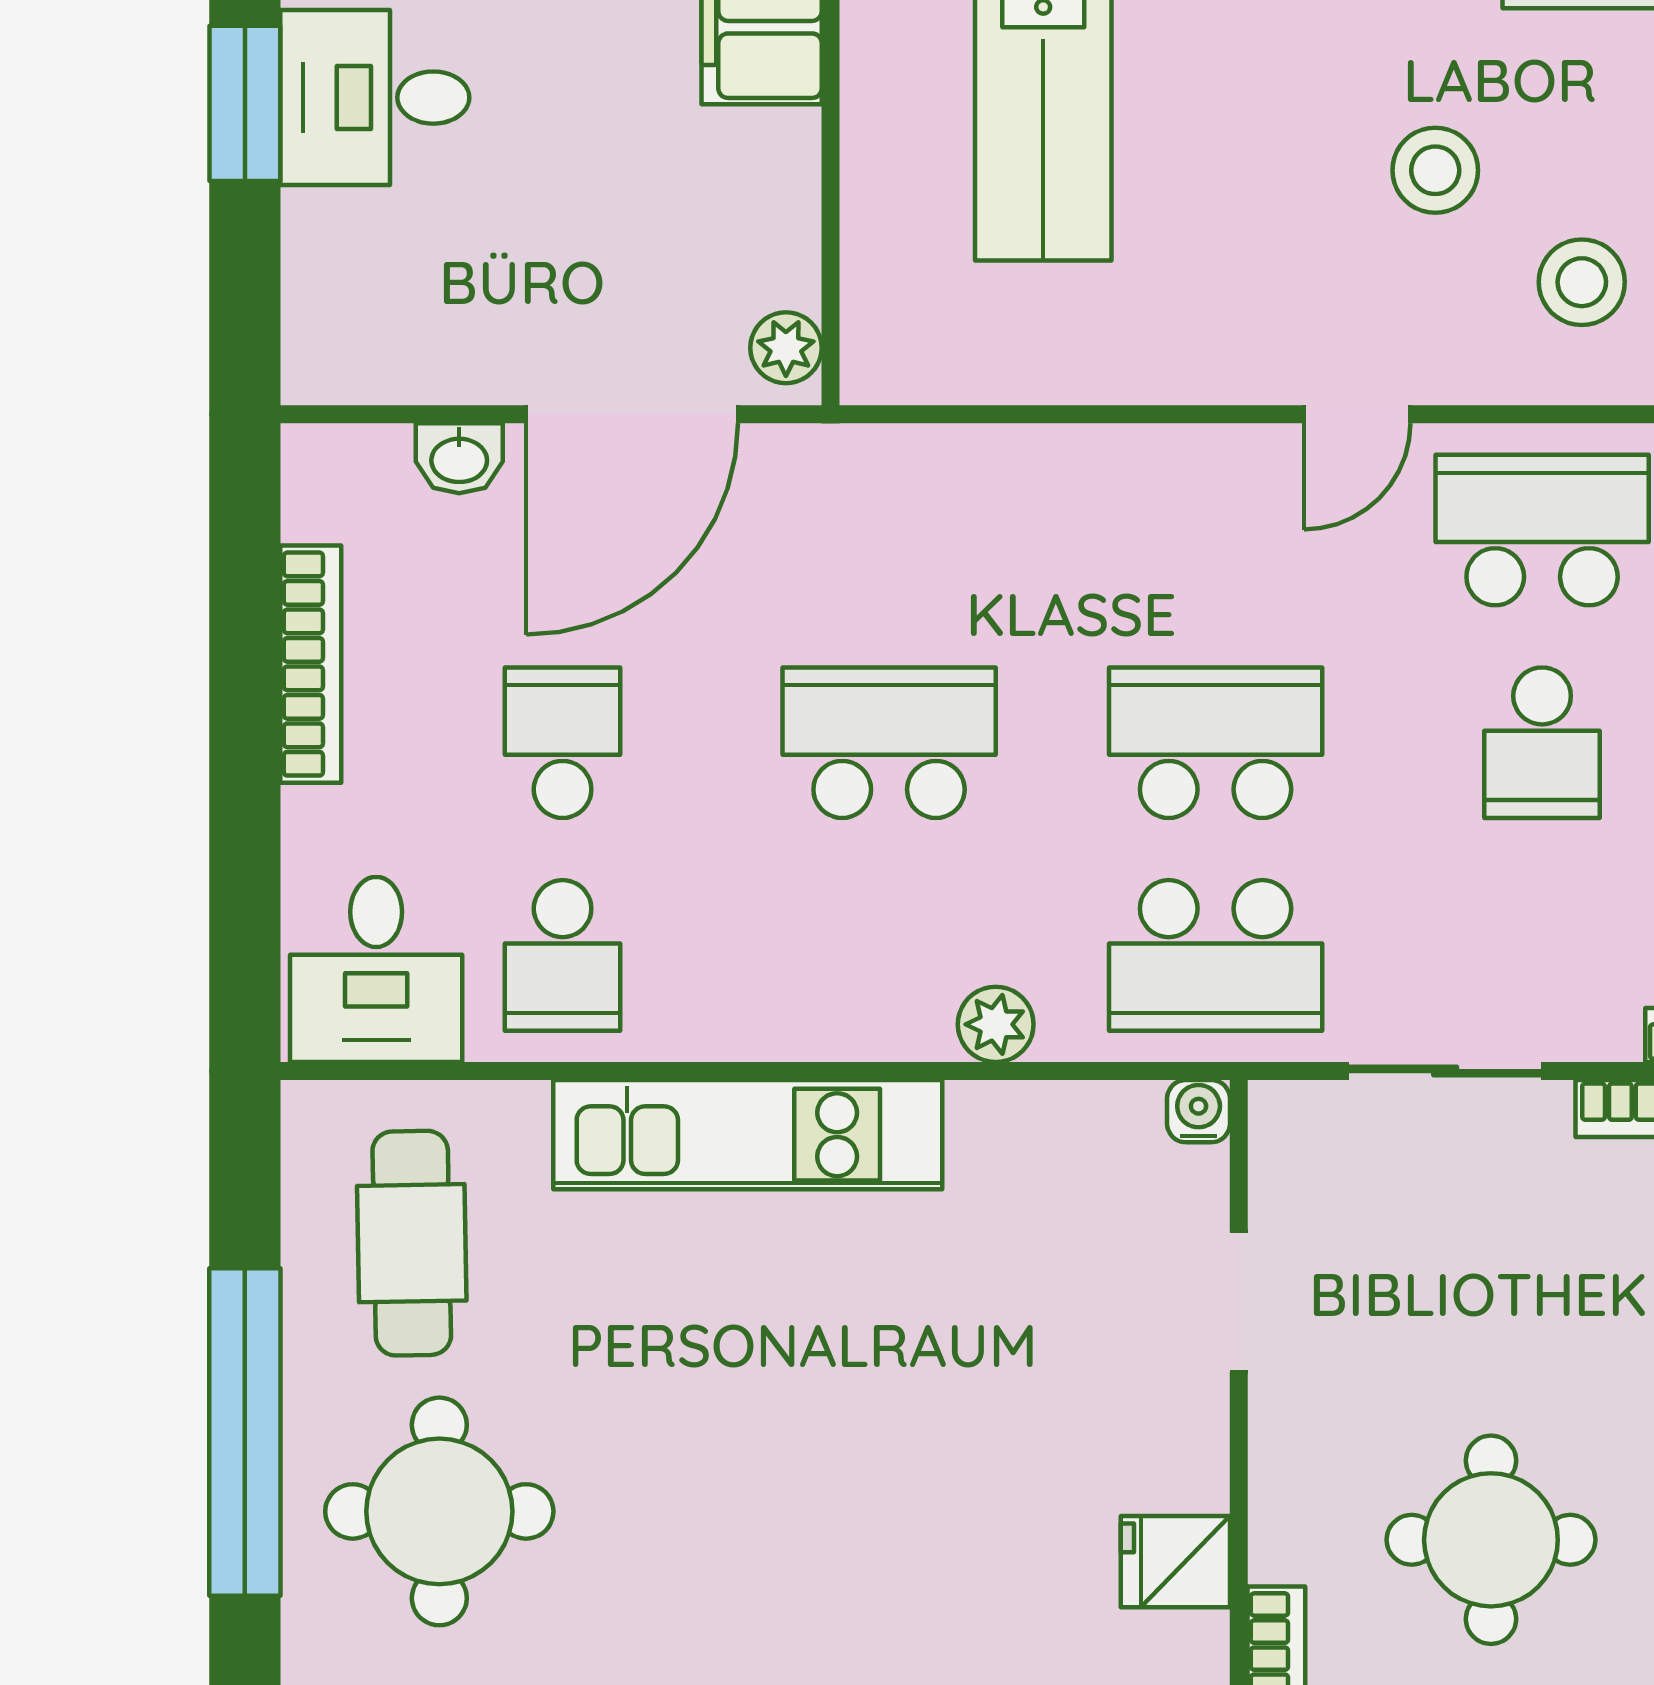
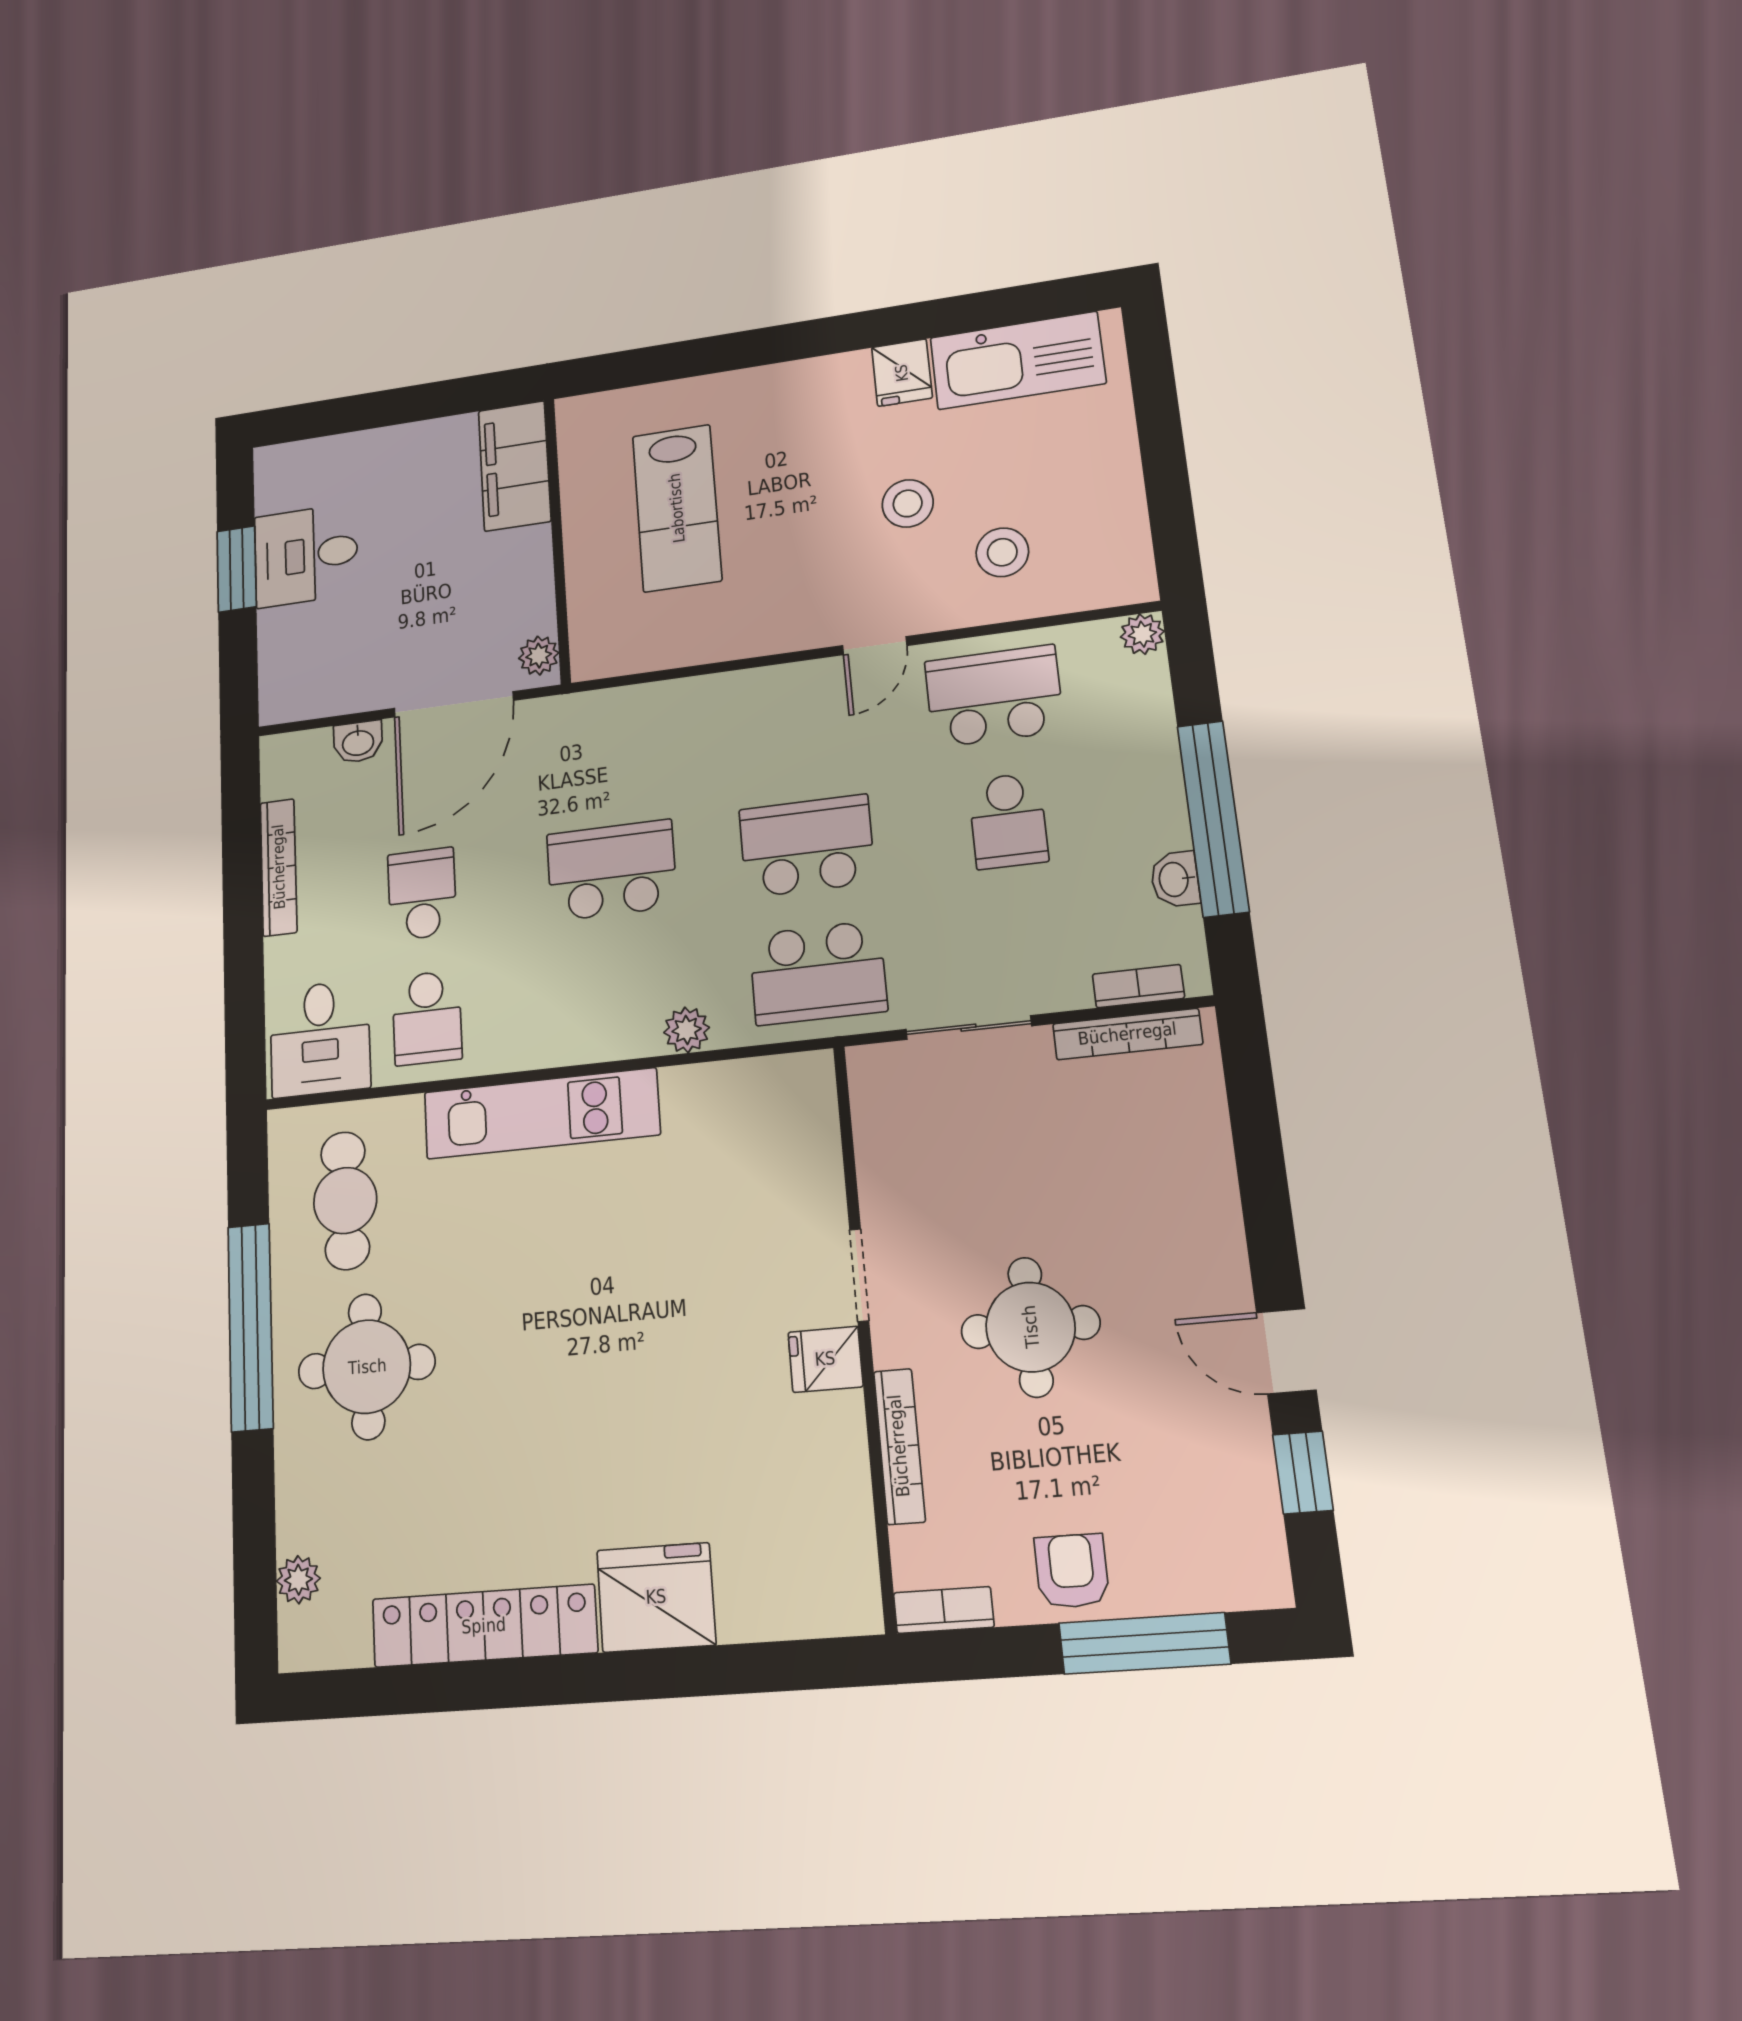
water cooler: (1199, 1111) -> (816, 1069), removed
doorway: (1239, 1302) -> (859, 1275), moved

